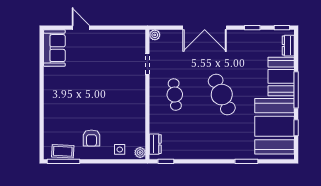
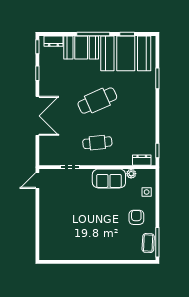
door: (81, 28) -> (37, 181), moved
plant: (155, 35) -> (44, 161), removed
sofa: (54, 48) -> (109, 178), moved, turned 180
armchair: (91, 138) -> (136, 217), turned -90
plant: (140, 152) -> (131, 174), moved

